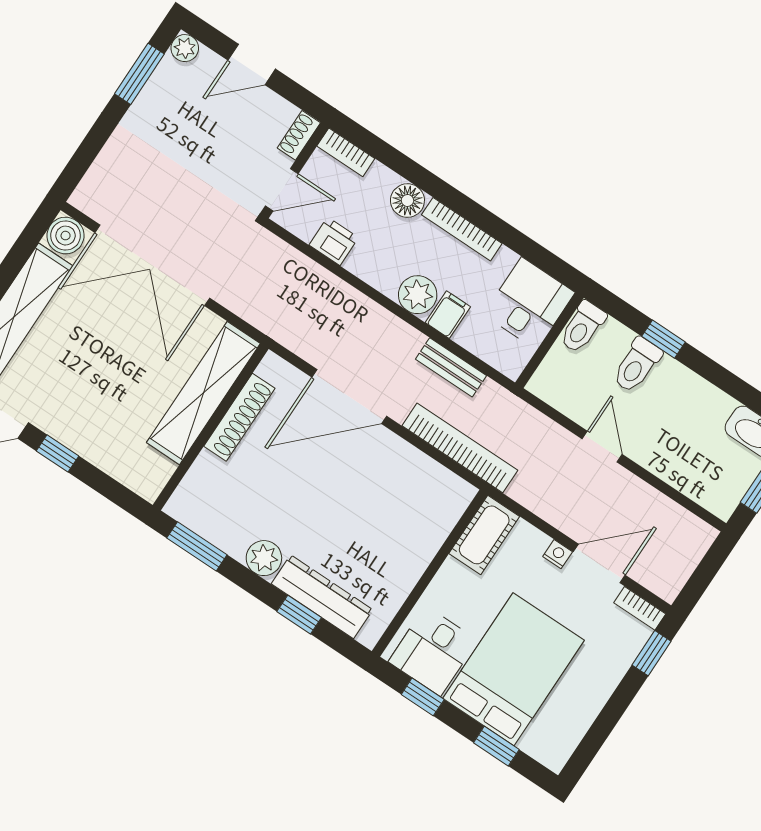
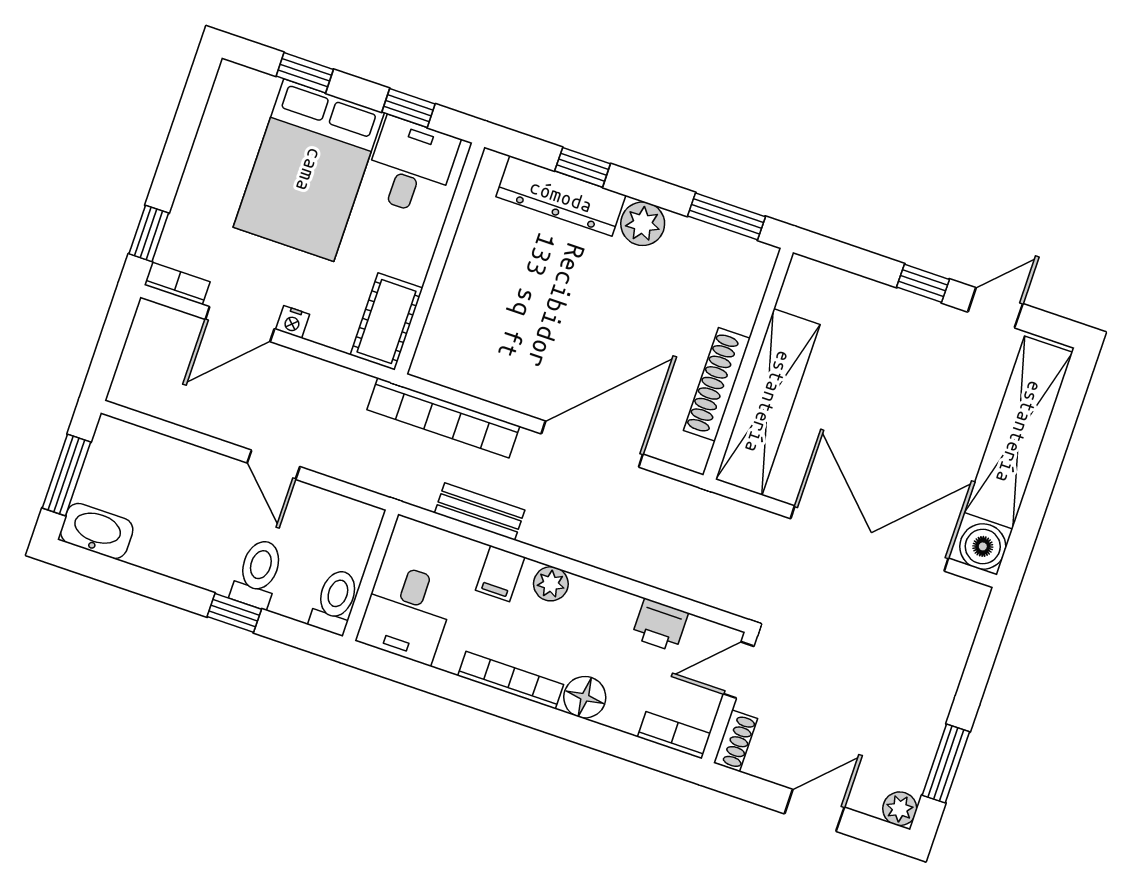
plant: (418, 295) -> (551, 584), width x0.73, depth x0.73

